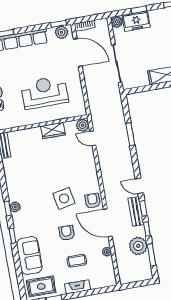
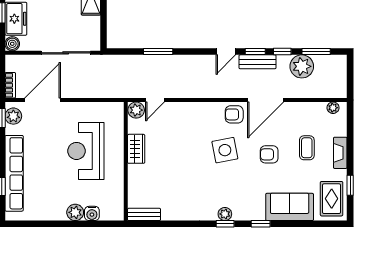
plant: (107, 252) -> (333, 108), moved

